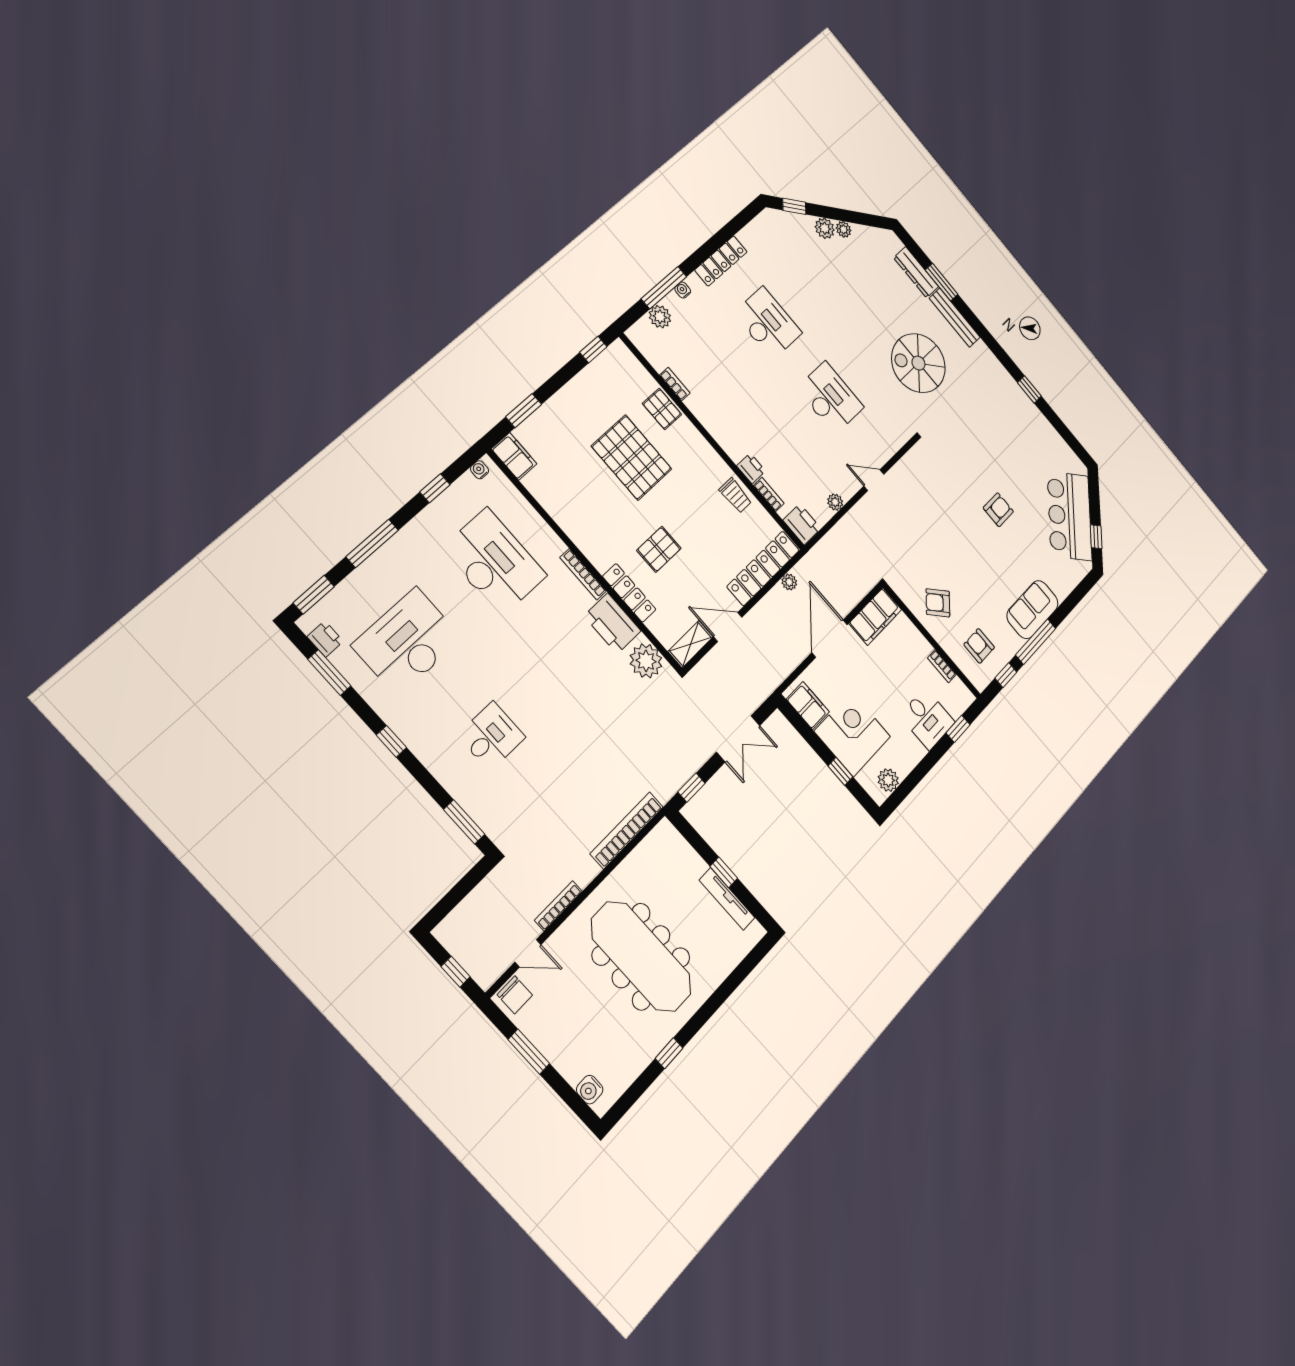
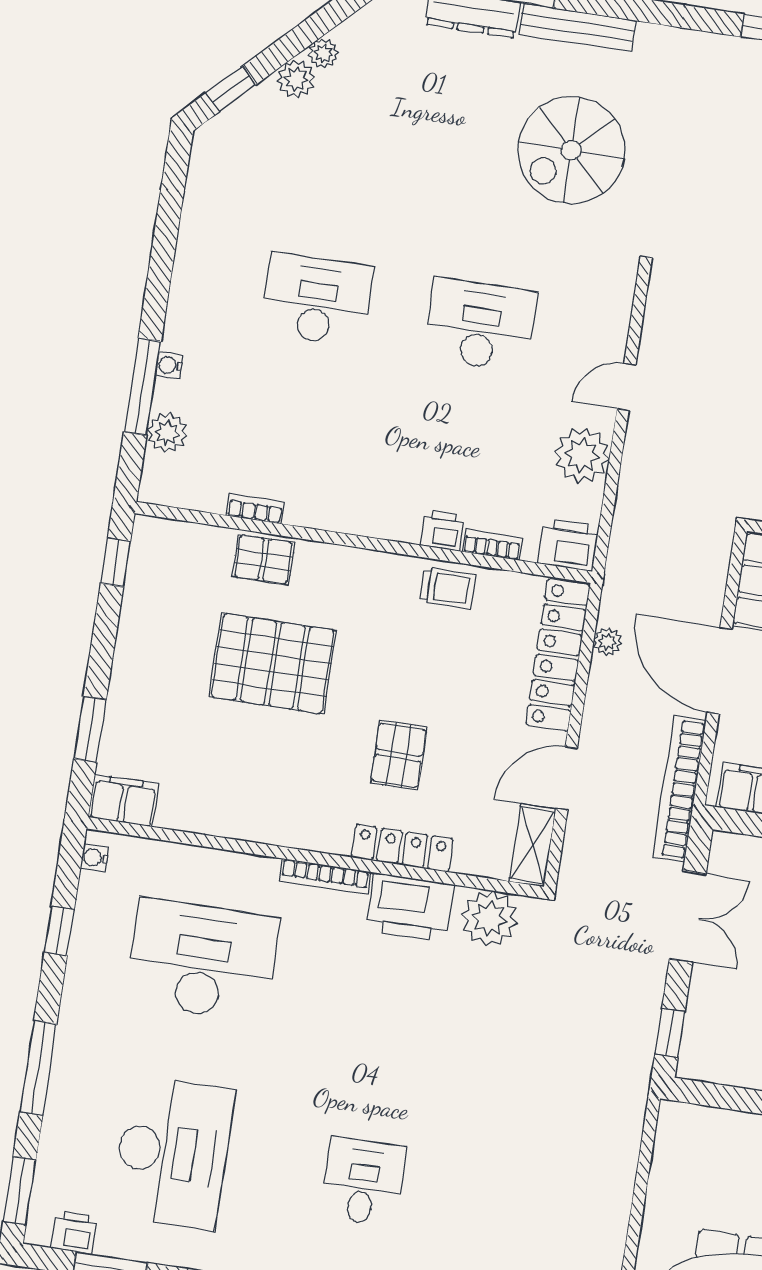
locker: (721, 261) -> (189, 272), removed
plant: (835, 502) -> (582, 455), width x1.88, depth x1.88
desk: (407, 642) -> (172, 1153), turned 180
bookcase: (627, 830) -> (679, 789), moved

